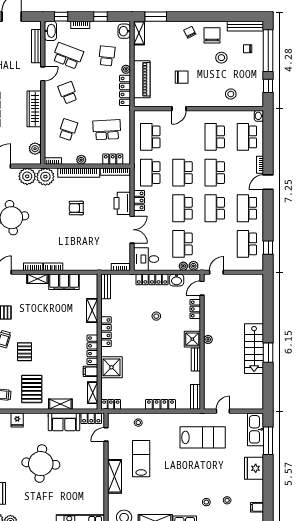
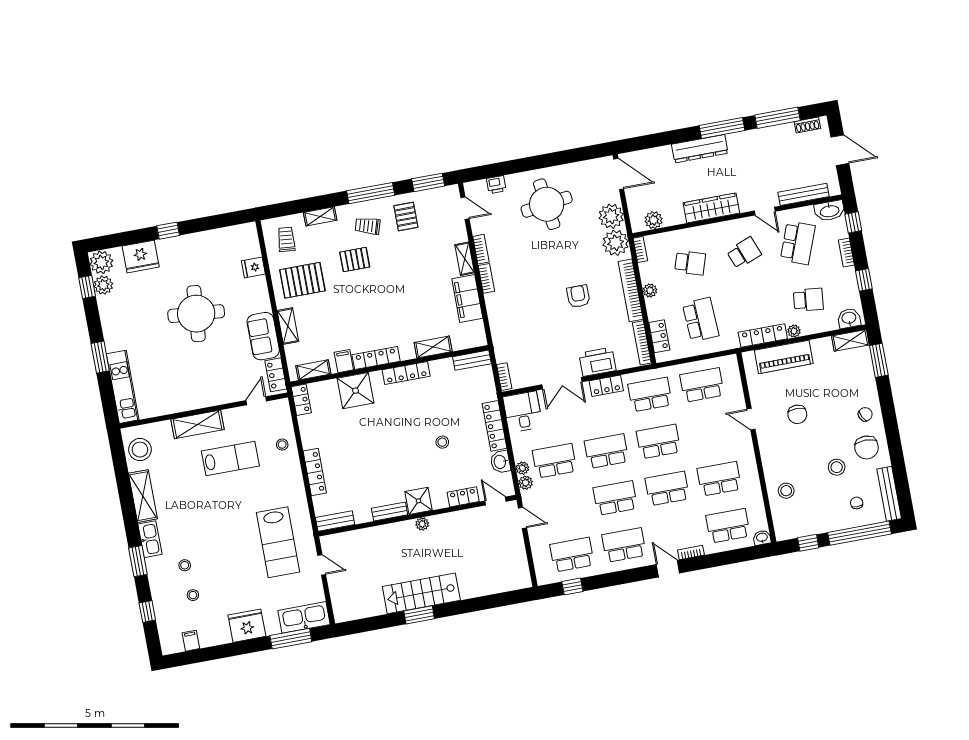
chair: (212, 35) -> (867, 447), turned 90
door: (106, 434) -> (256, 401), hinge flipped

